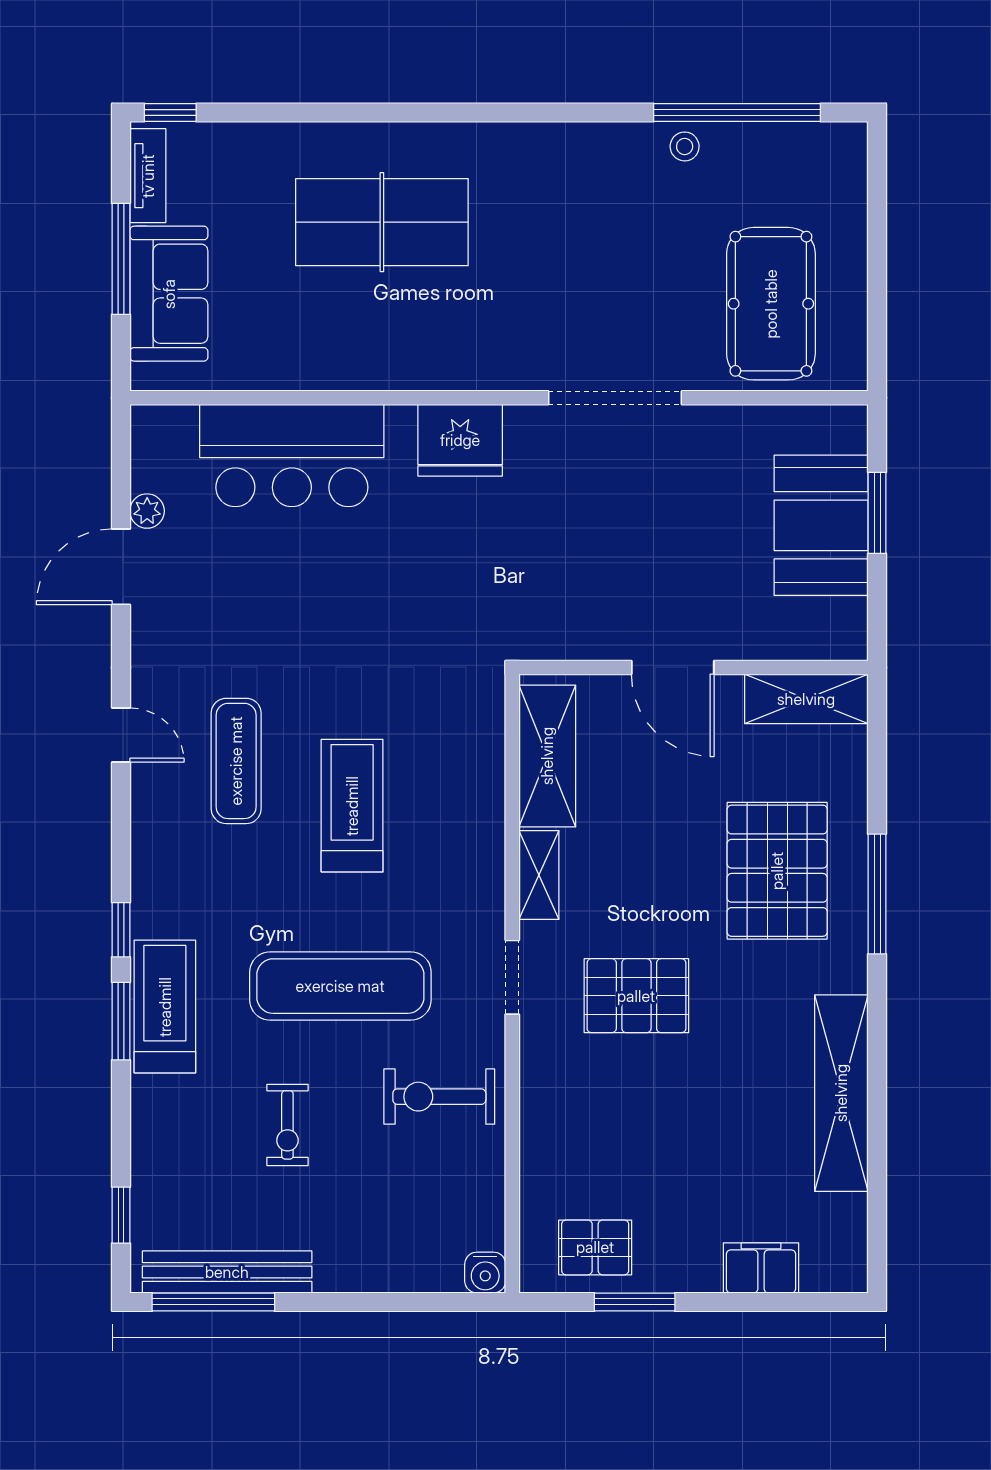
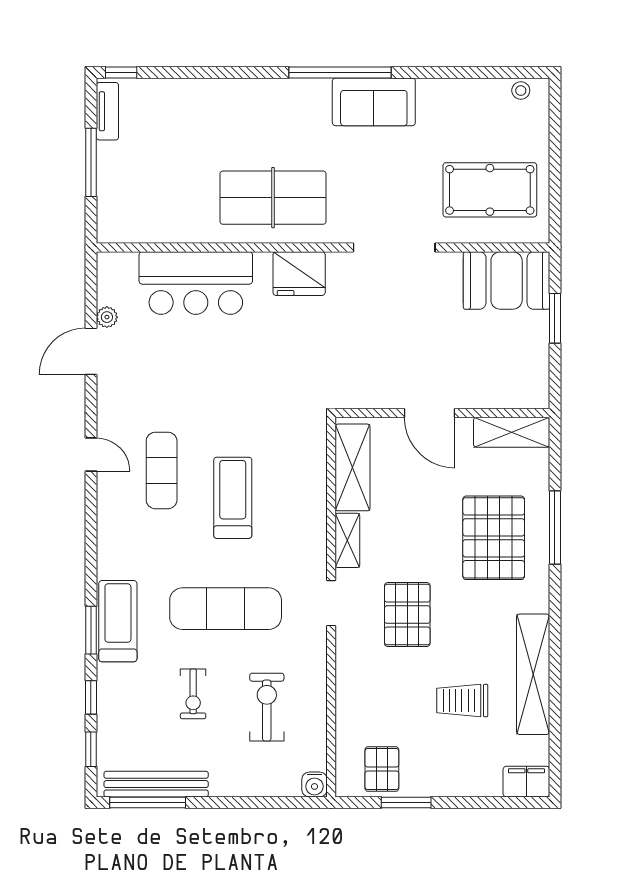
window: (737, 113) -> (340, 72), moved
stool: (685, 146) -> (521, 91), moved
table tennis table: (382, 222) -> (273, 198), moved
sofa: (169, 294) -> (374, 102), moved, turned 90
pool table: (771, 304) -> (490, 190), turned 90
booth: (821, 525) -> (507, 280), moved, turned 90
window: (877, 894) -> (555, 528), moved
window: (121, 930) -> (91, 697), moved
pallet: (636, 996) -> (407, 615), turned 90
exercise bike: (439, 1097) -> (267, 707), moved, turned 90
trolley: (726, 1136) -> (462, 701), added
pallet: (595, 1247) -> (382, 769), turned 90
filing cabinet: (761, 1268) -> (526, 782), moved

